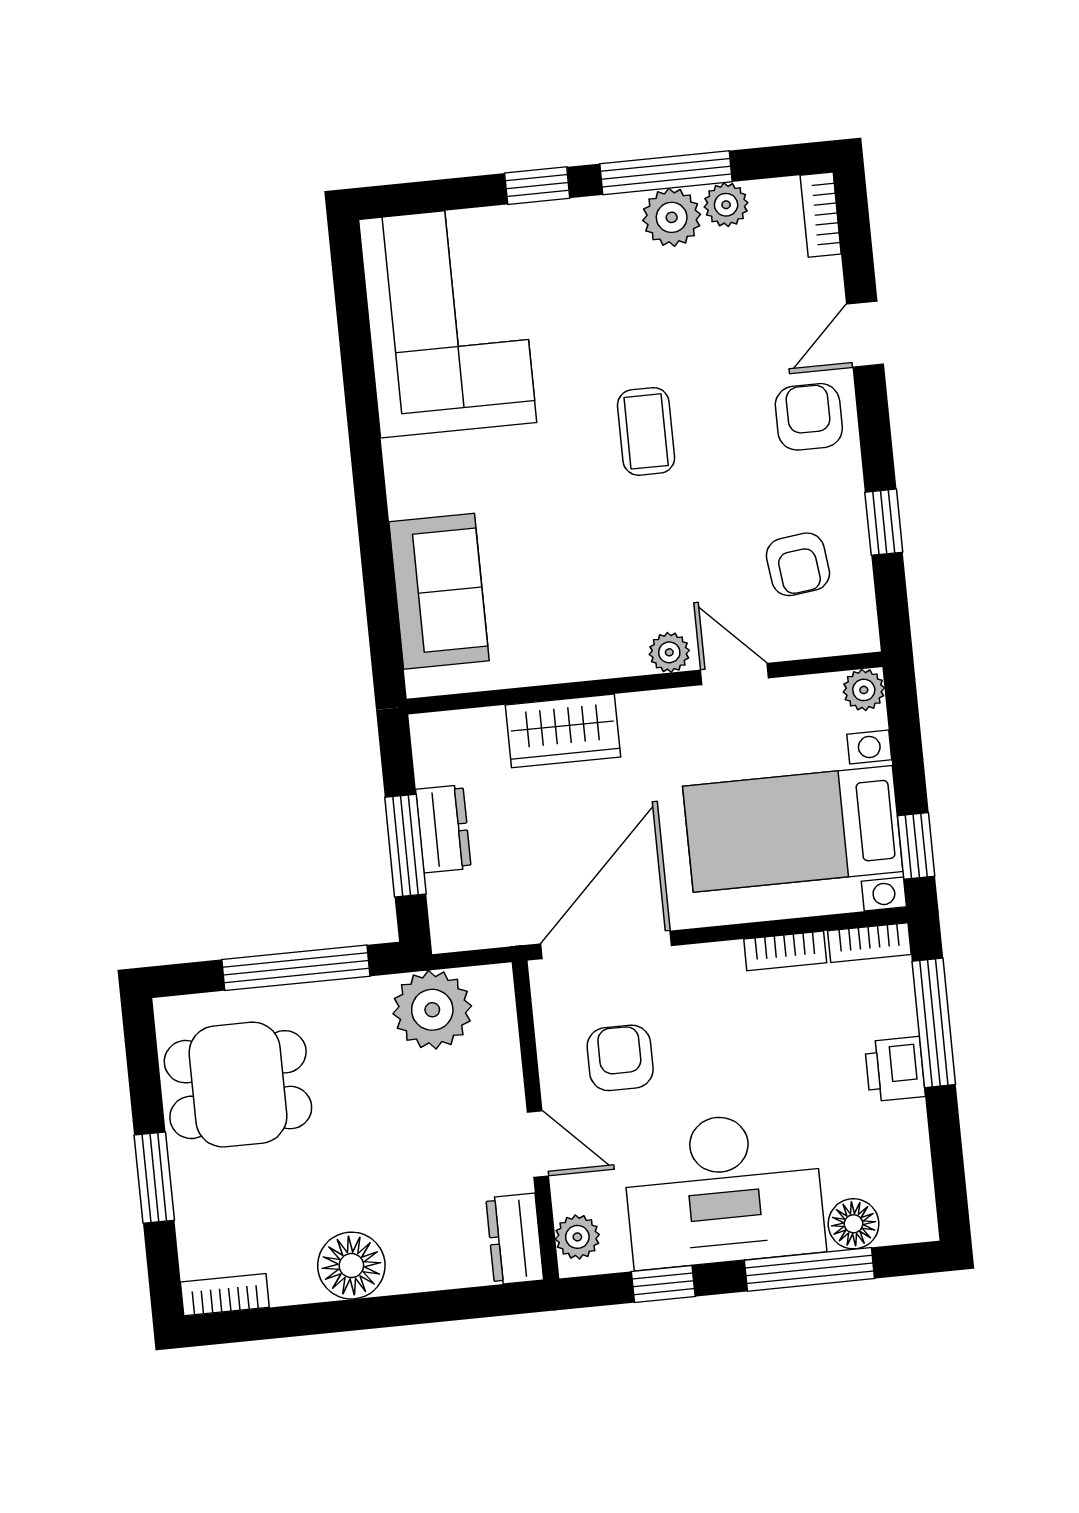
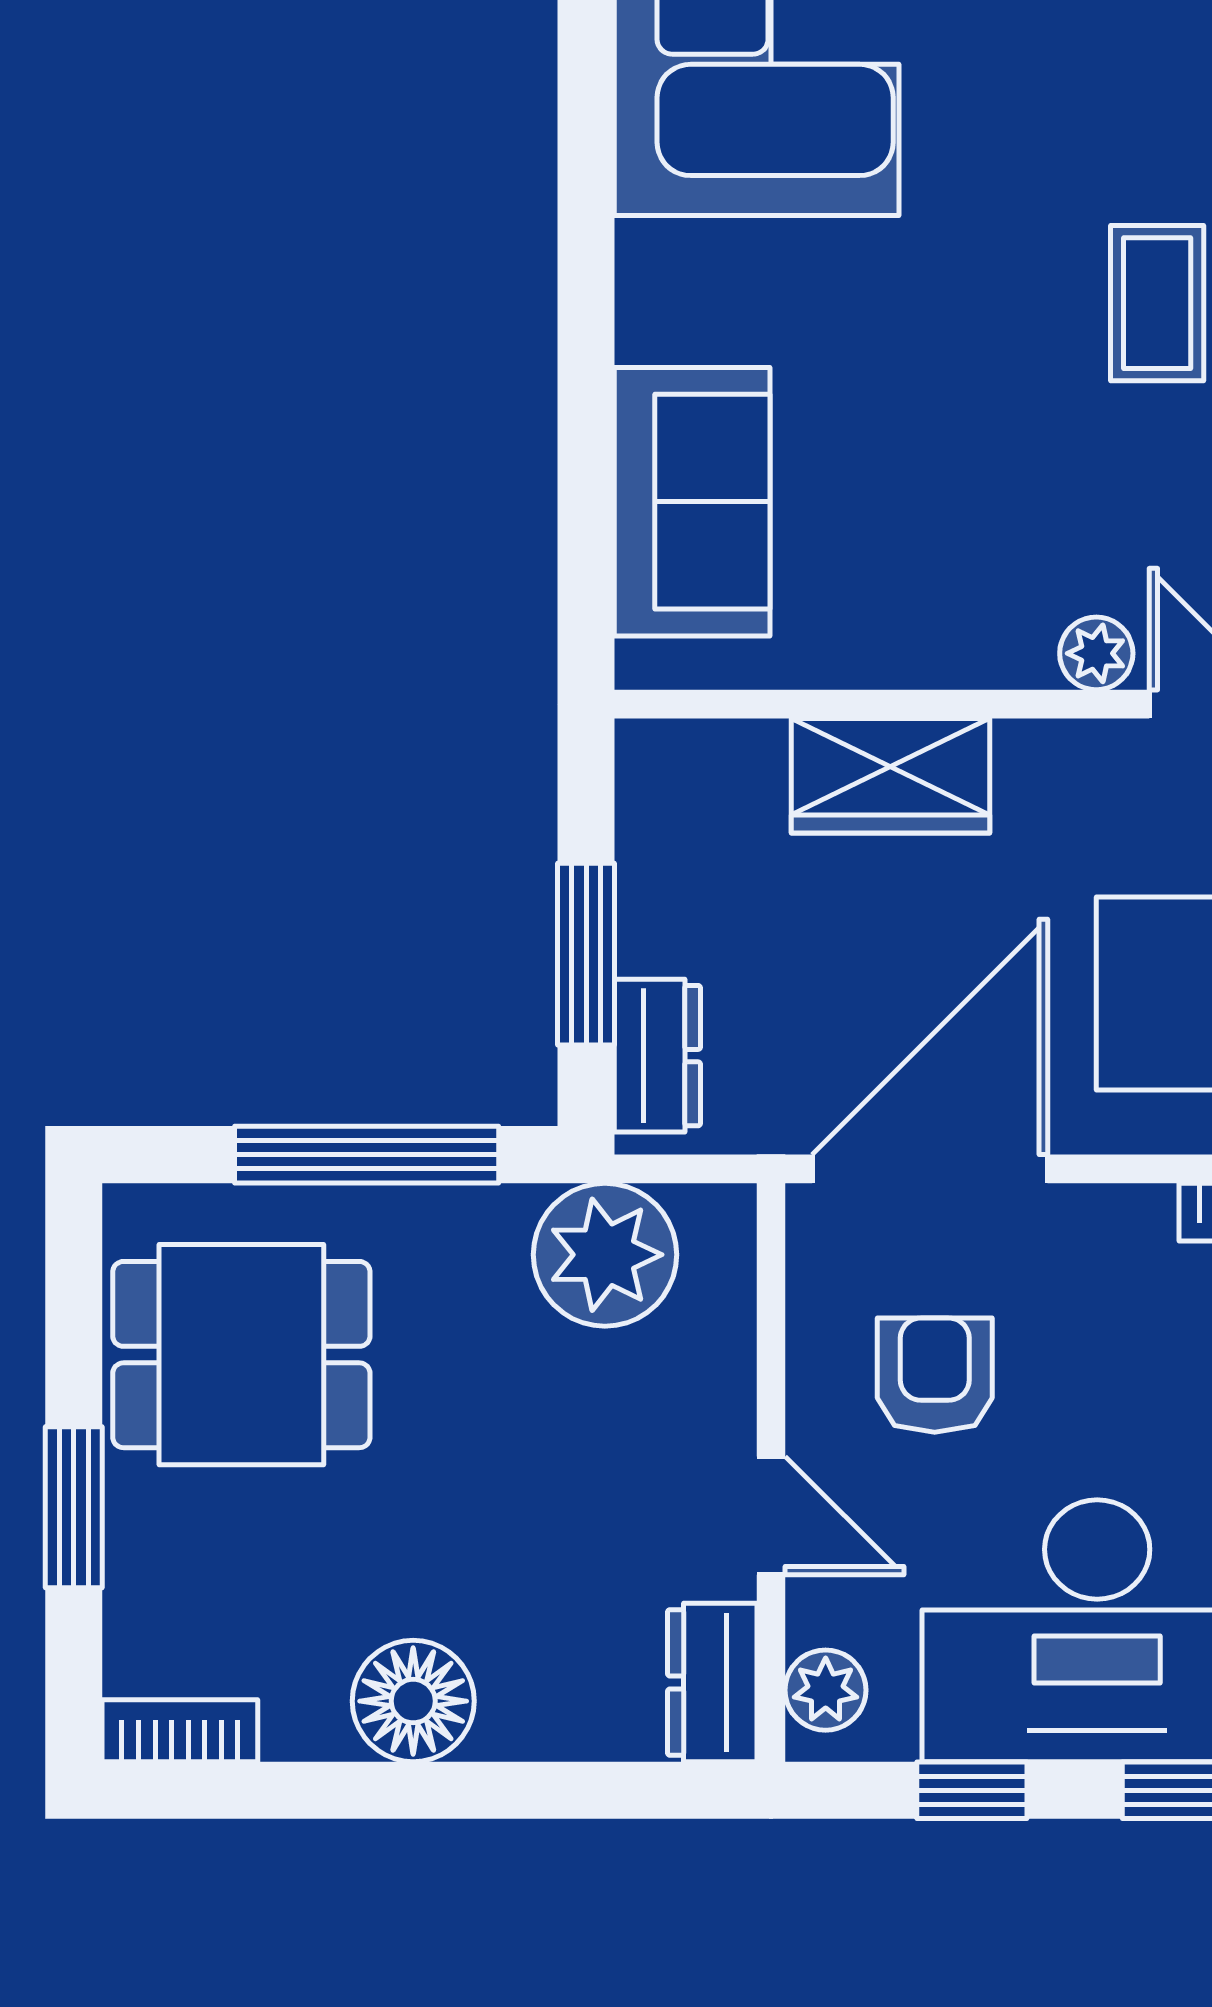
coffee table: (646, 431) -> (1157, 303), moved
dresser: (443, 829) -> (657, 1056), moved

